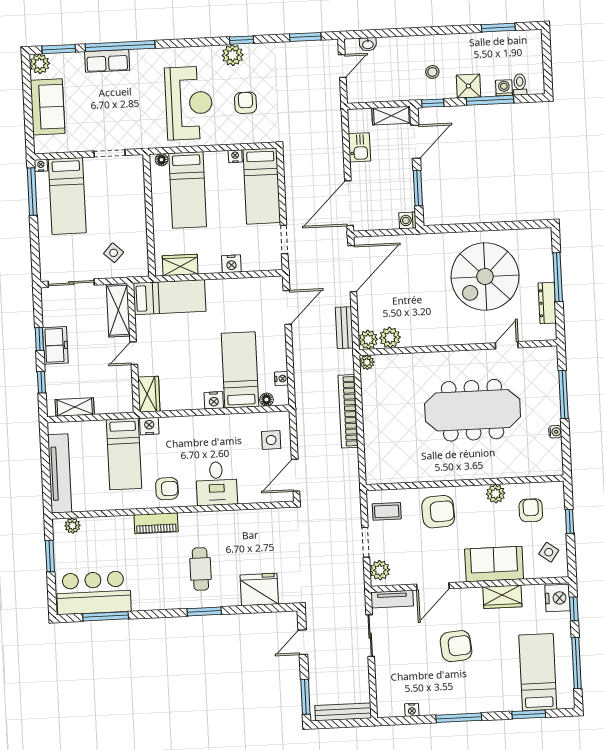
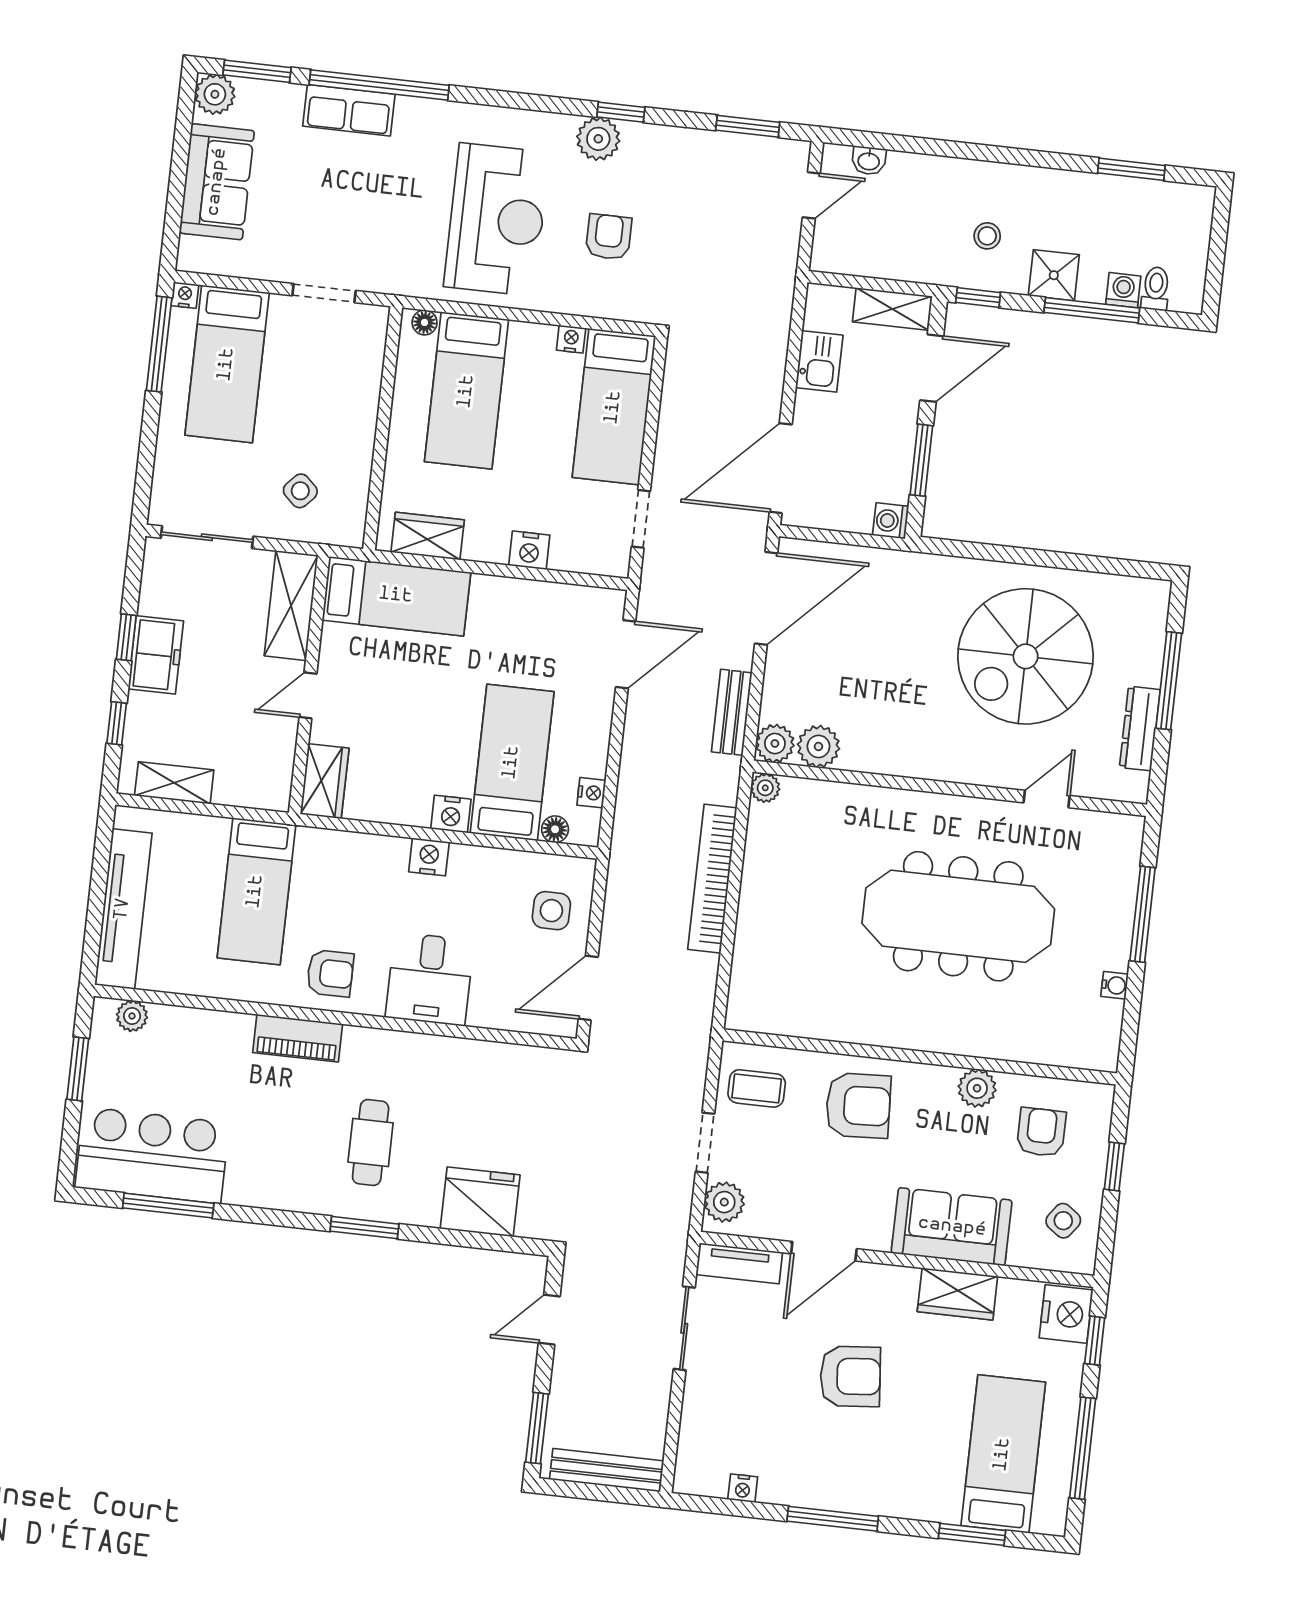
nightstand: (149, 426) -> (429, 857), moved

